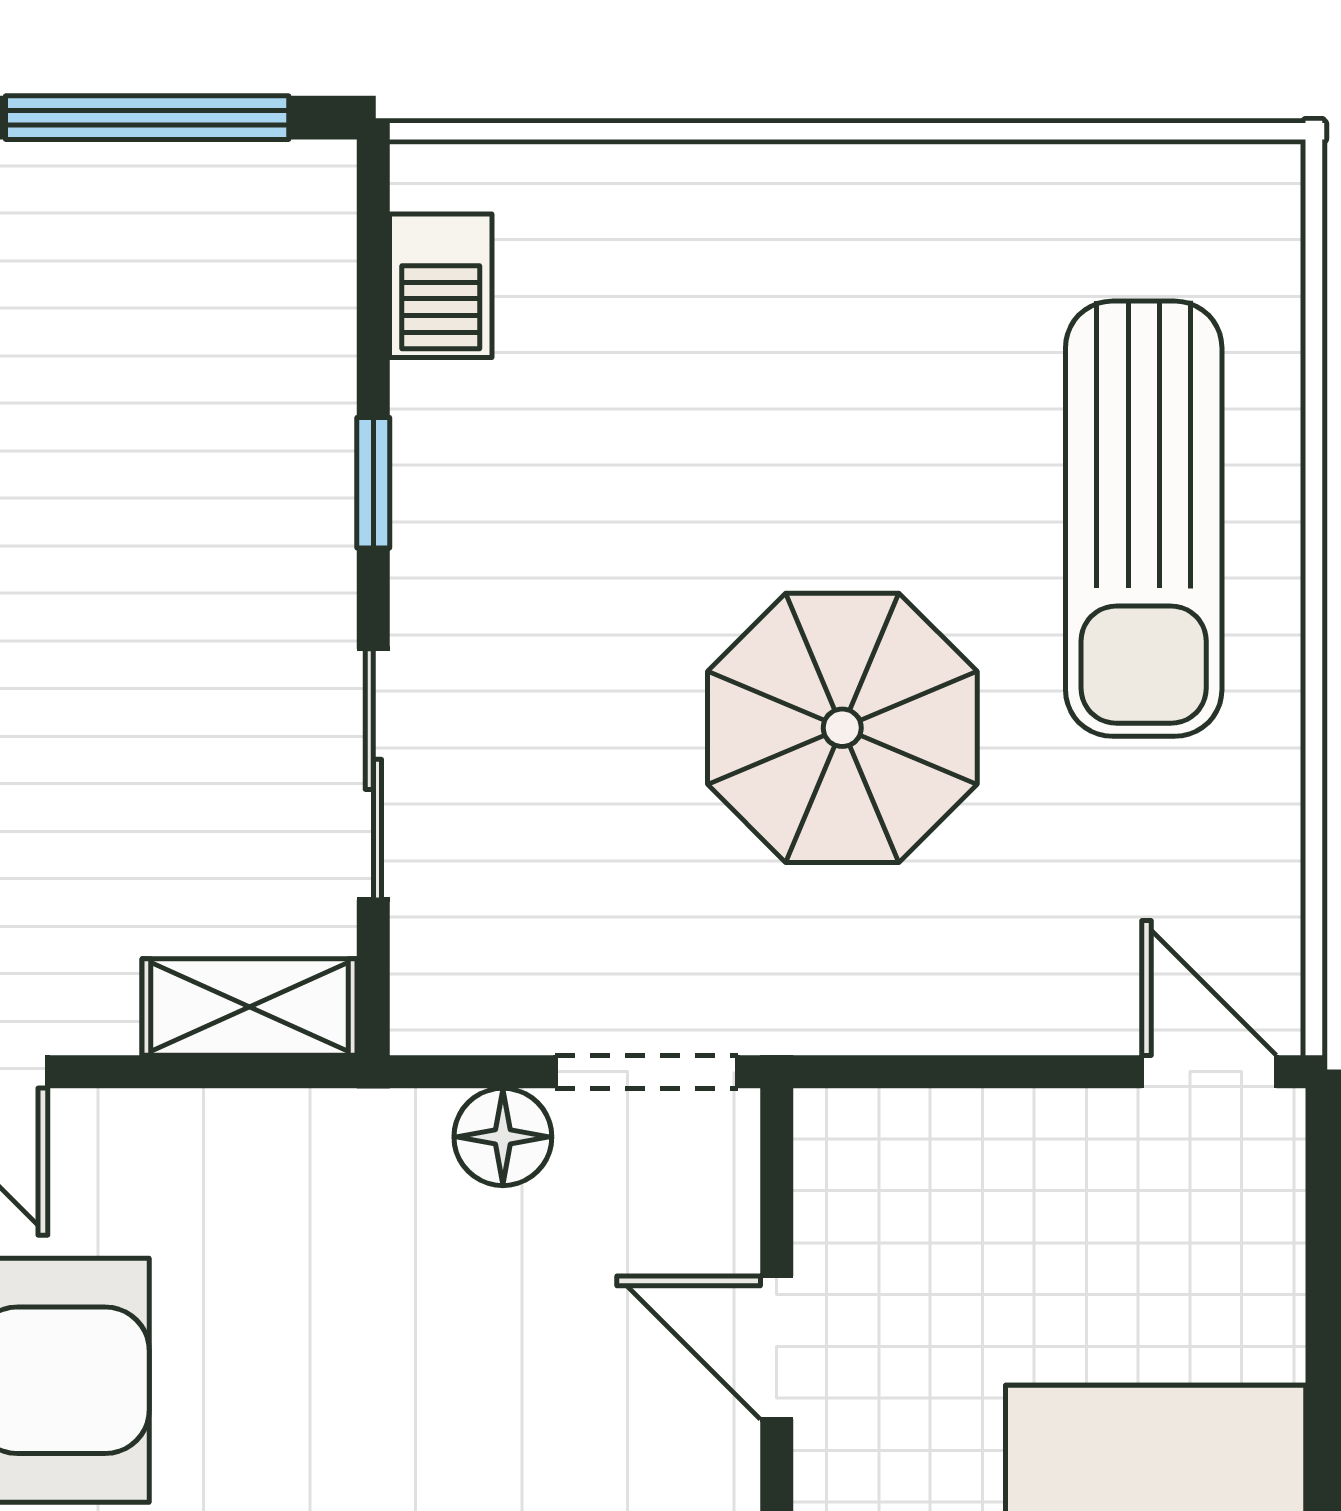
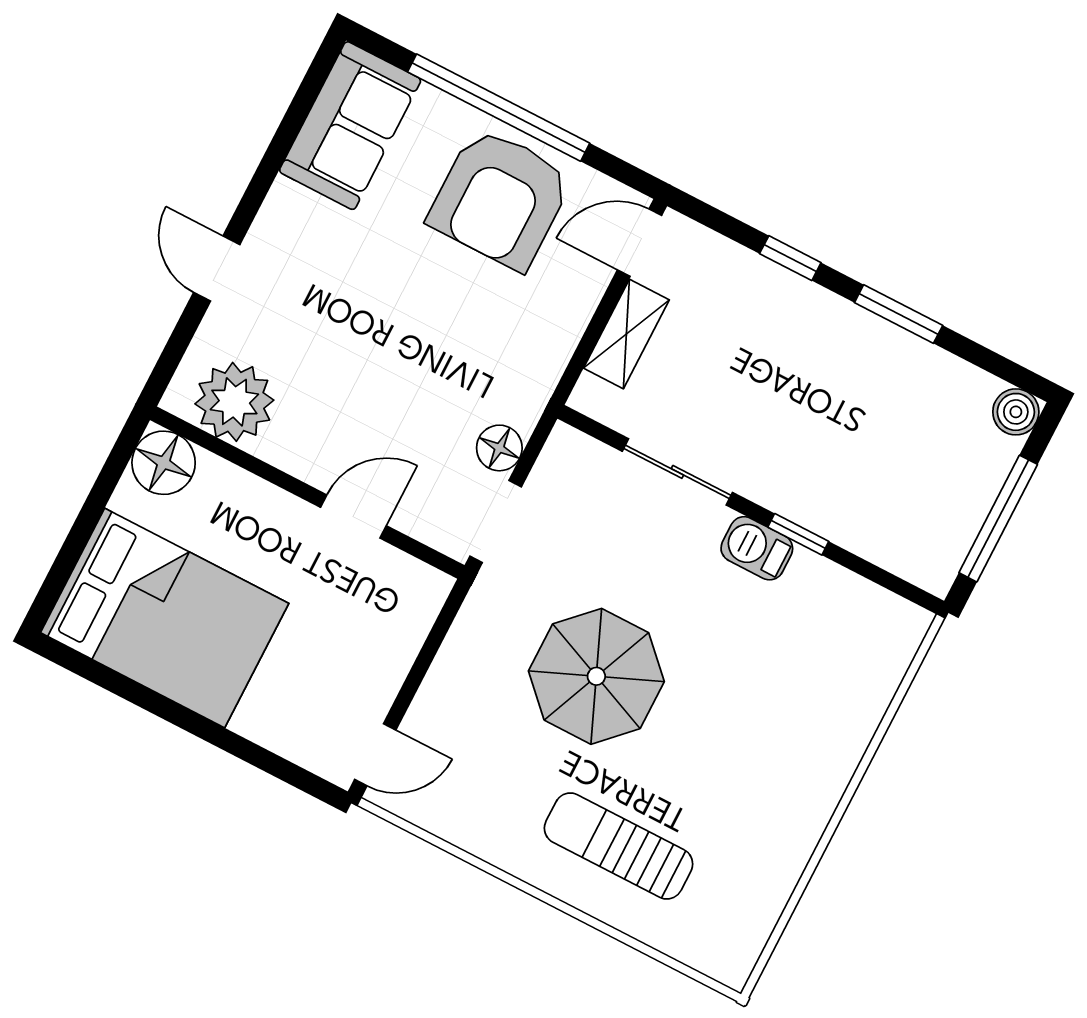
barbecue: (441, 286) -> (757, 548), moved
sun lounger: (1144, 519) -> (619, 846), width x0.73, depth x0.75
shelving: (250, 1007) -> (626, 334), moved

